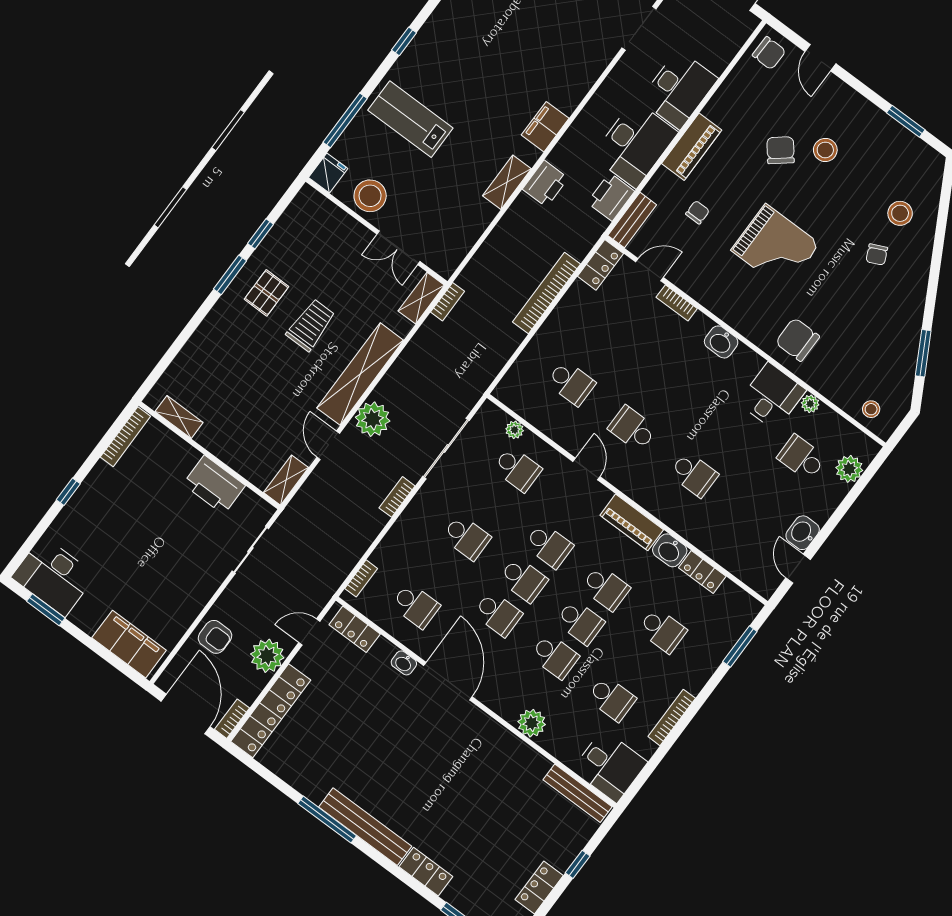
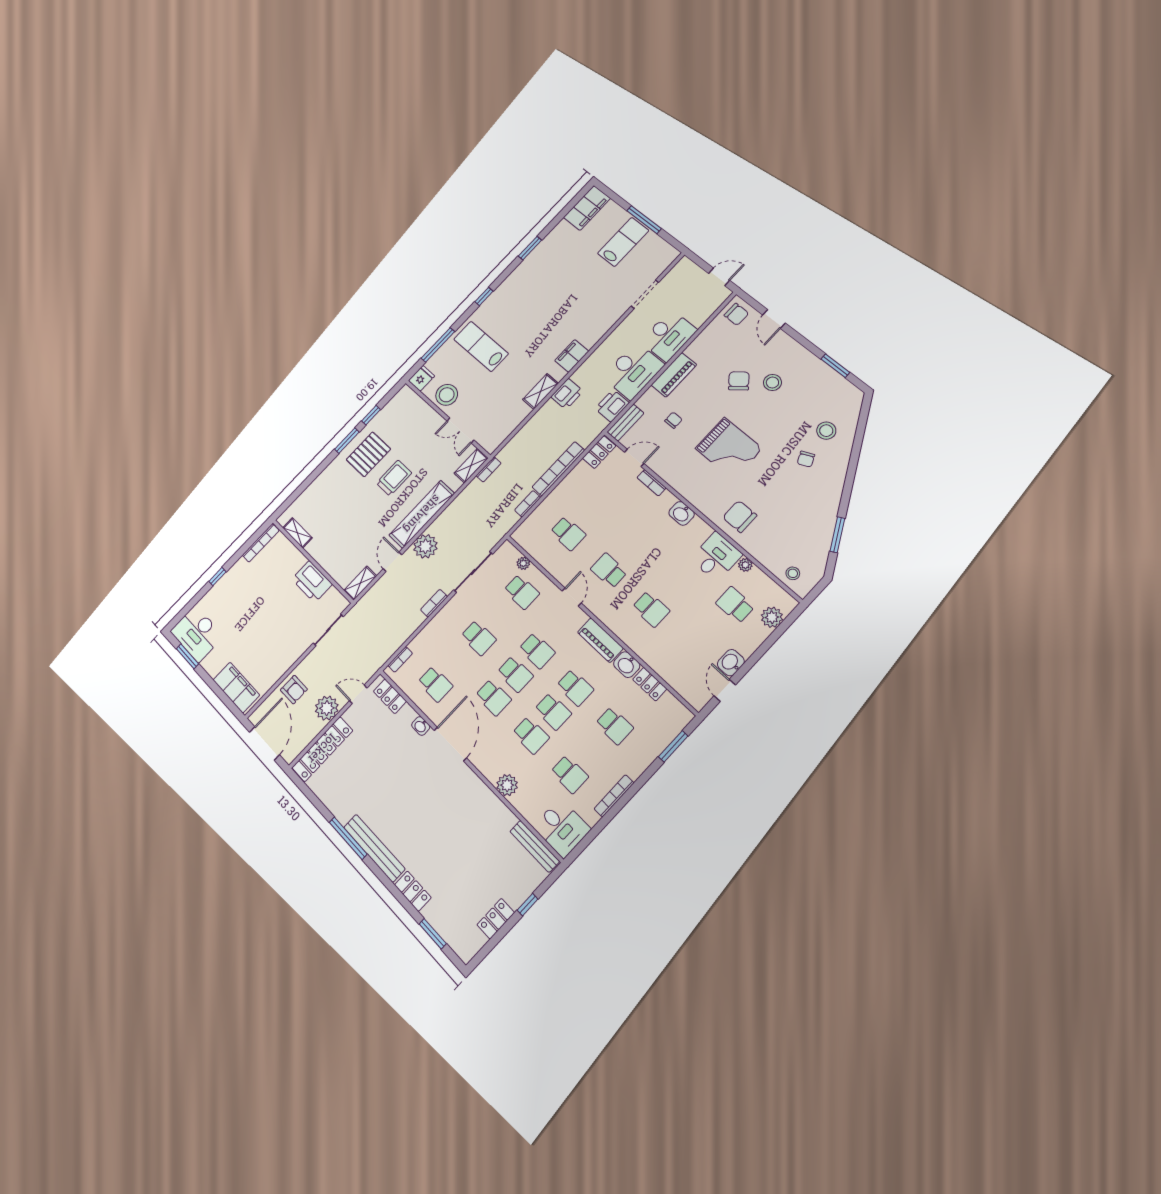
pallet: (267, 293) -> (368, 454), width x1.50, depth x1.42
bookcase: (232, 719) -> (528, 504), moved

